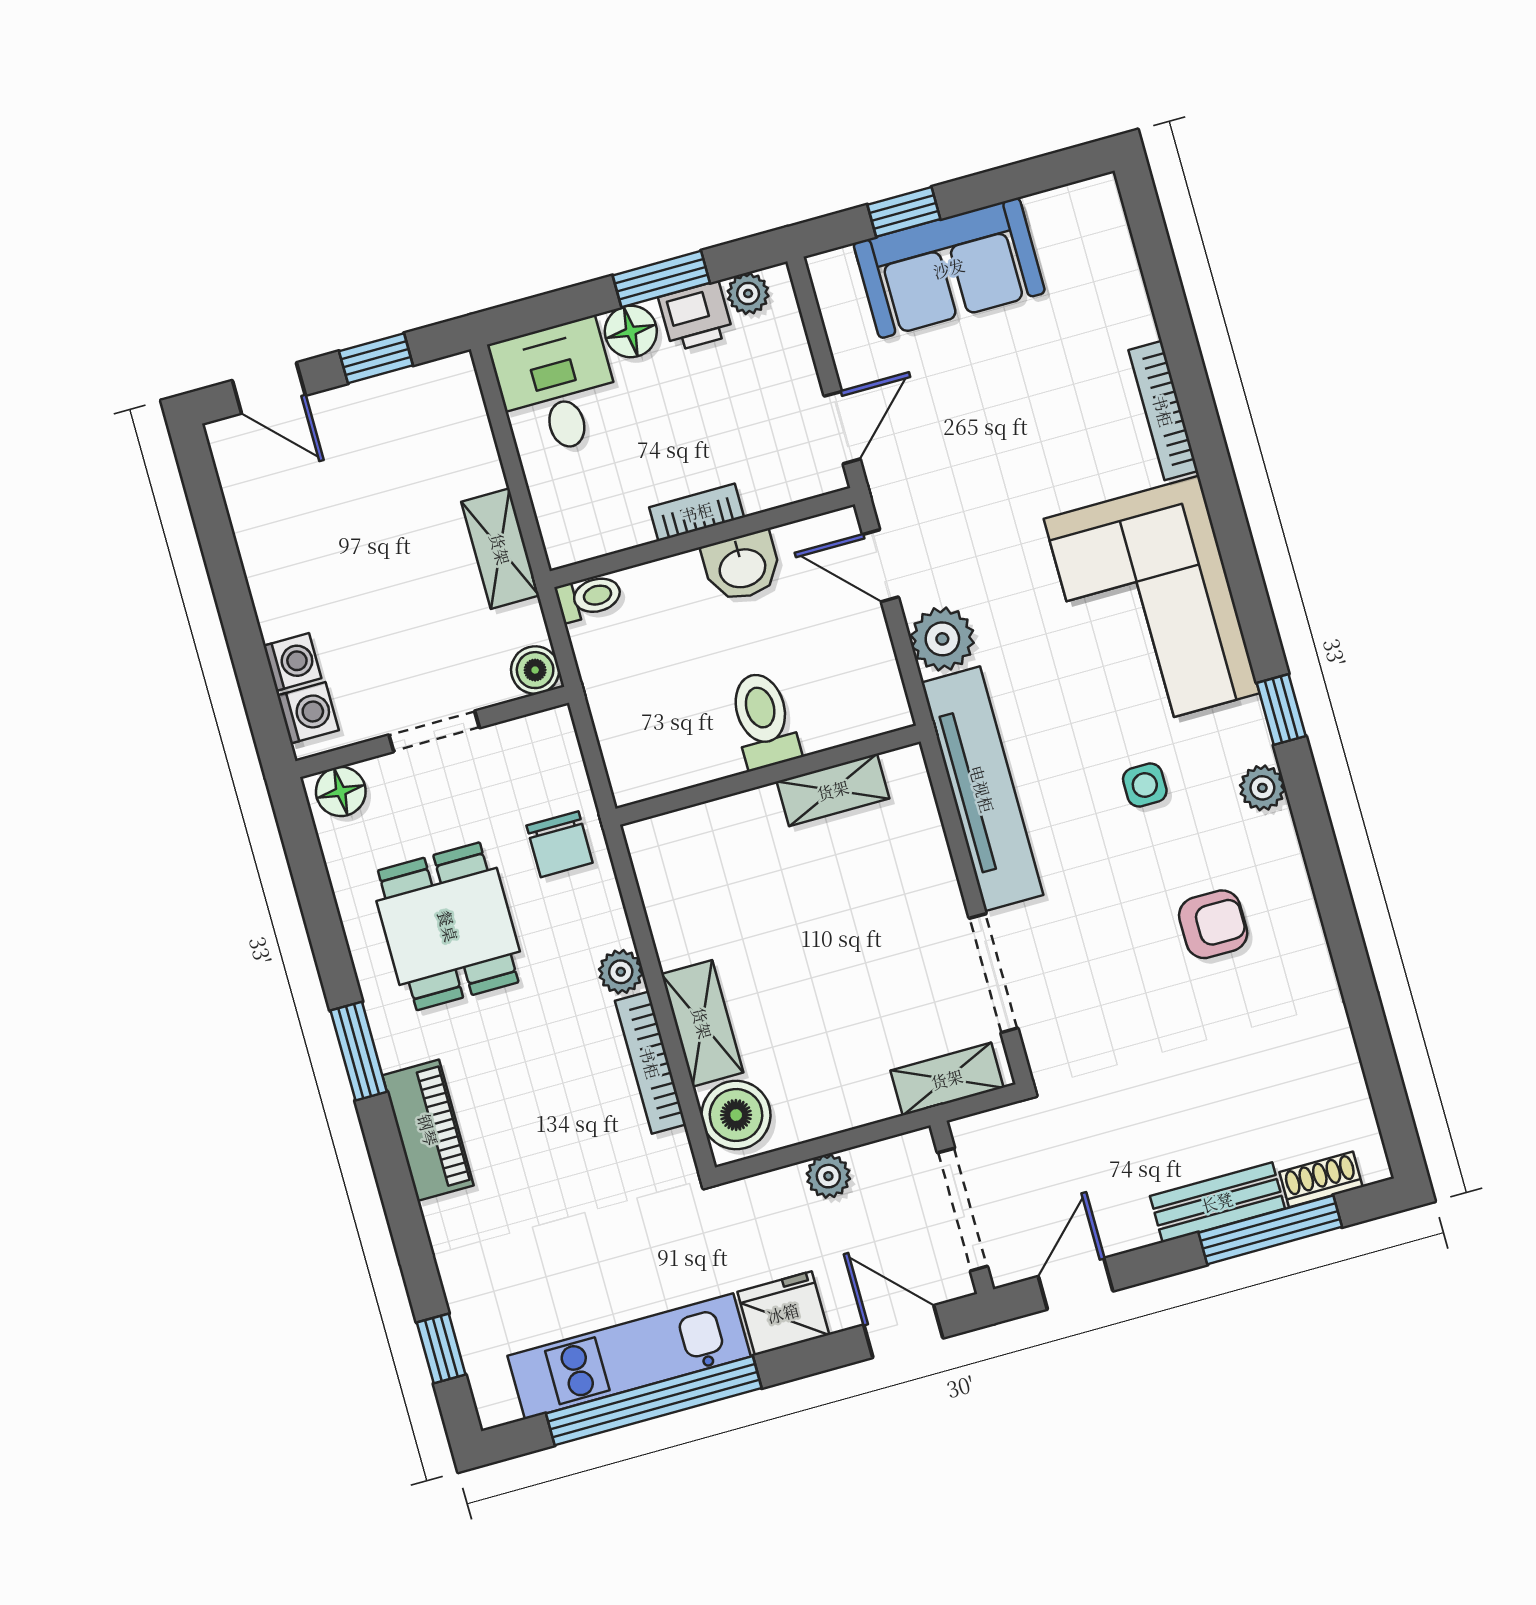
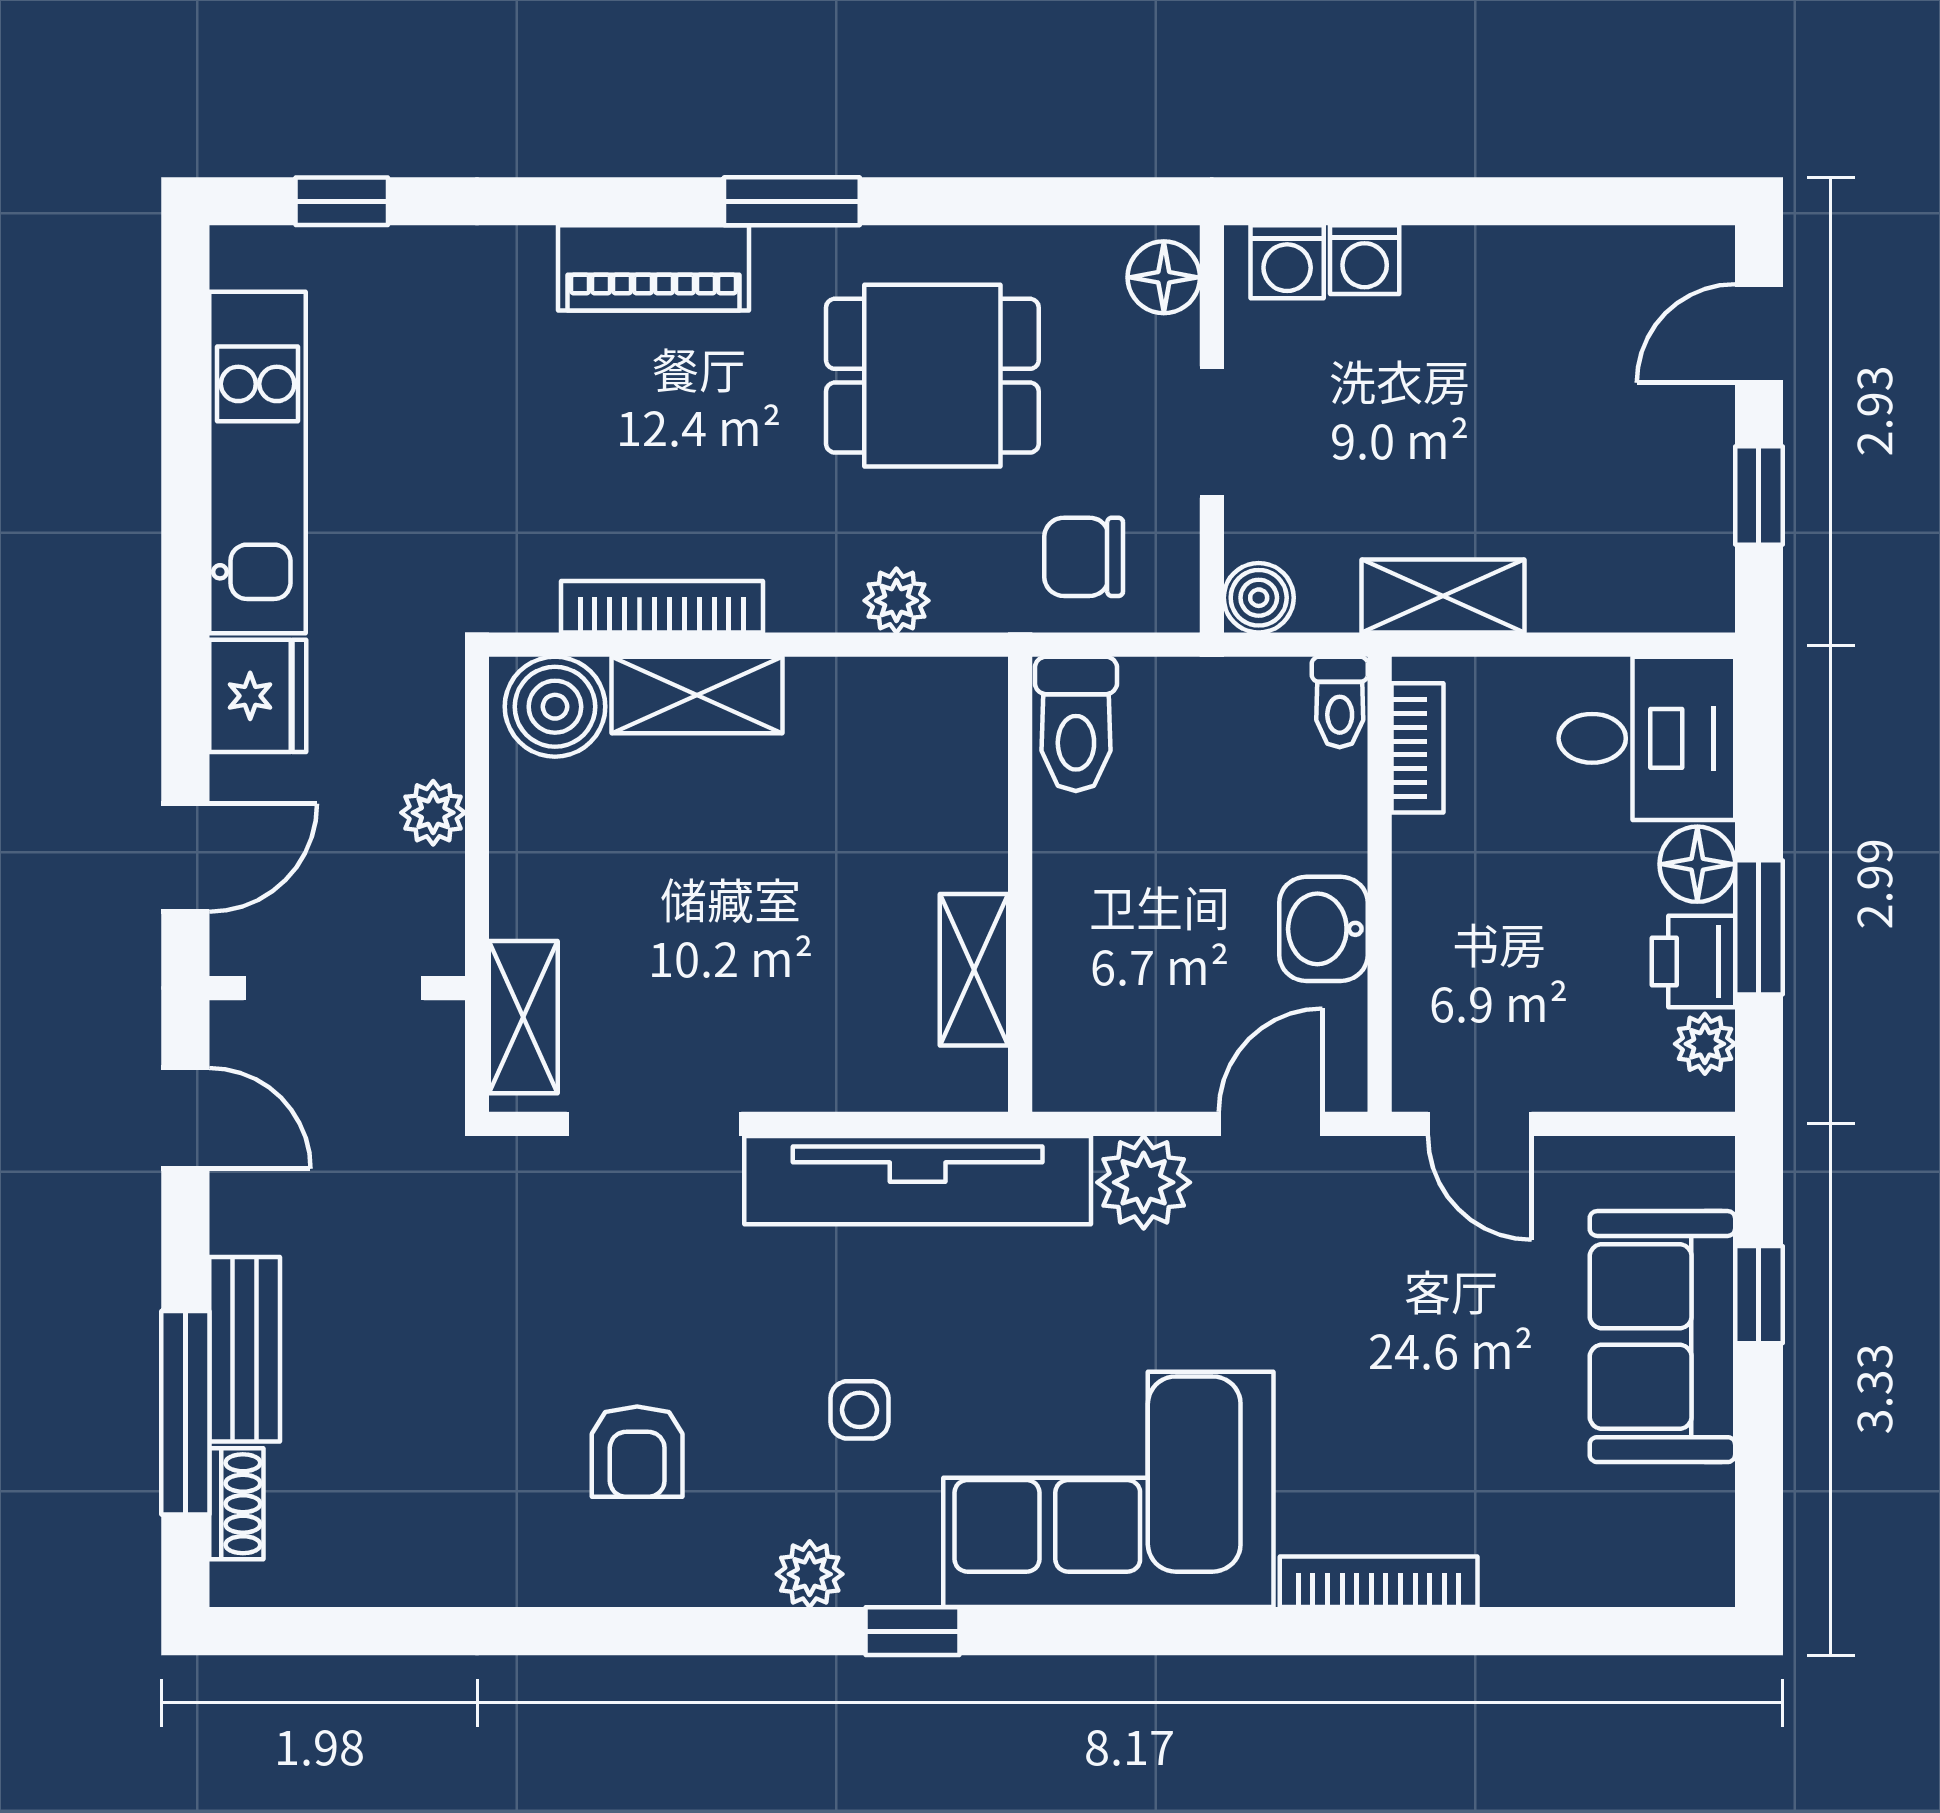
bookcase: (697, 512) -> (1417, 748), moved
toilet: (764, 720) -> (1076, 724), moved, turned 90
chair: (560, 844) -> (1084, 557), moved
plant: (621, 972) -> (896, 601), moved
window: (654, 1401) -> (185, 480), removed

